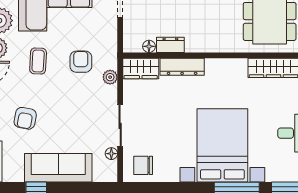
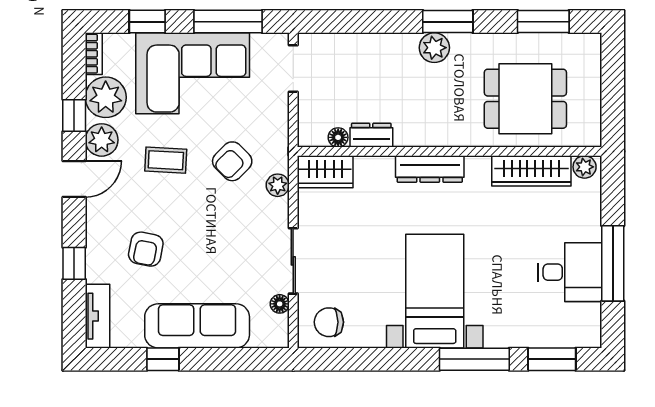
coffee table: (38, 61) -> (166, 160), turned 90
armchair: (81, 62) -> (232, 161), turned -135
dresser: (182, 67) -> (430, 169), moved
bed with nightstands: (222, 145) -> (435, 291), width x0.73

